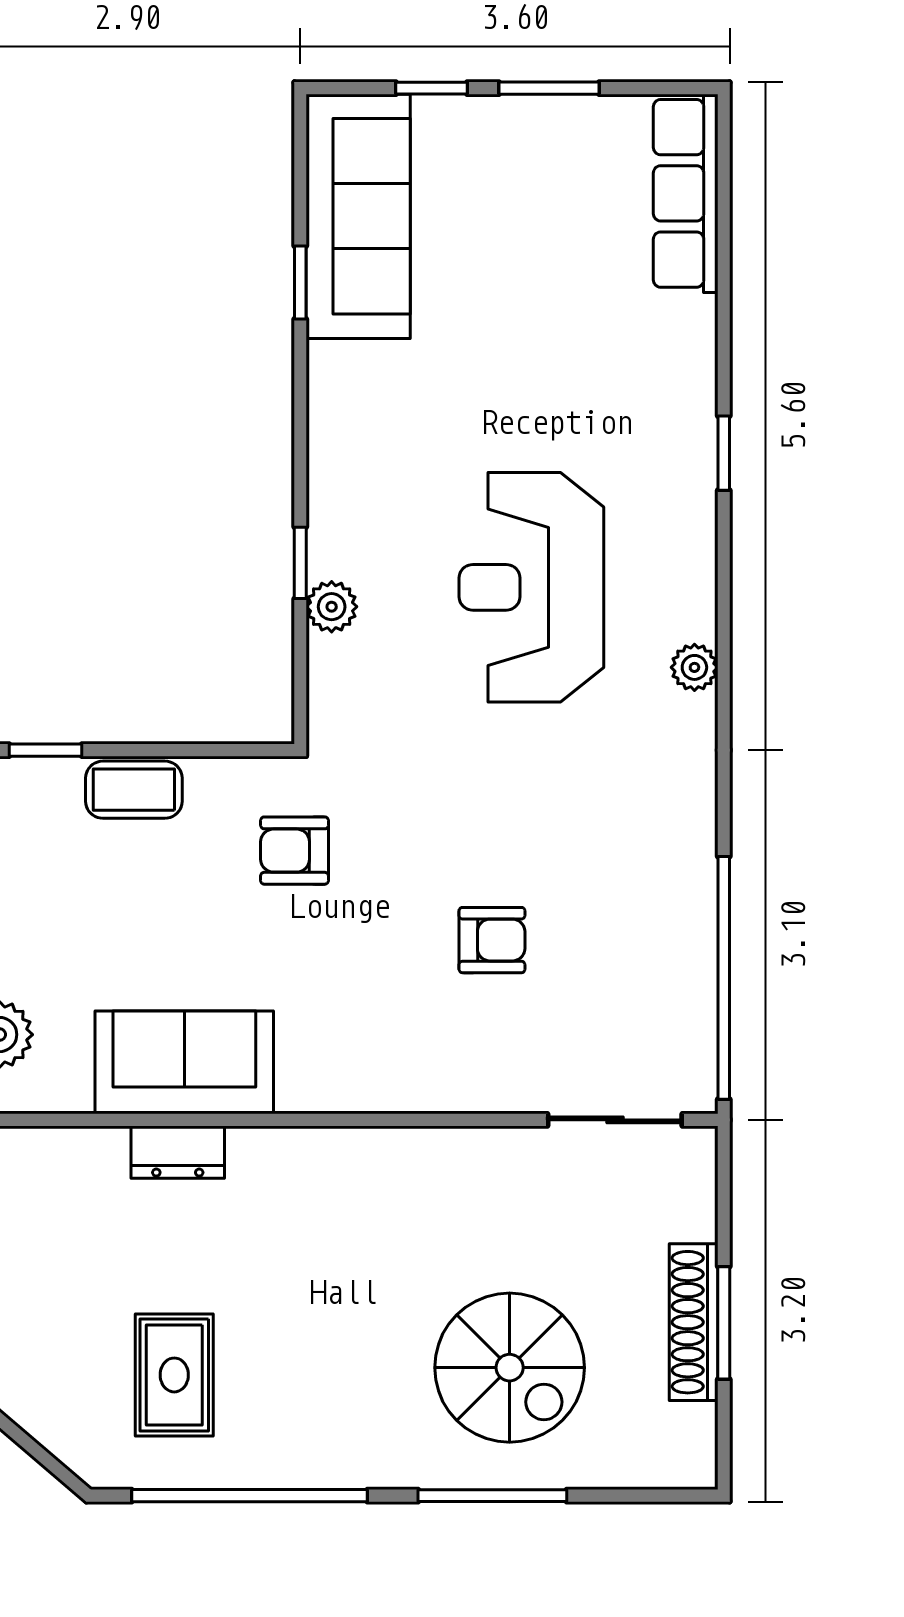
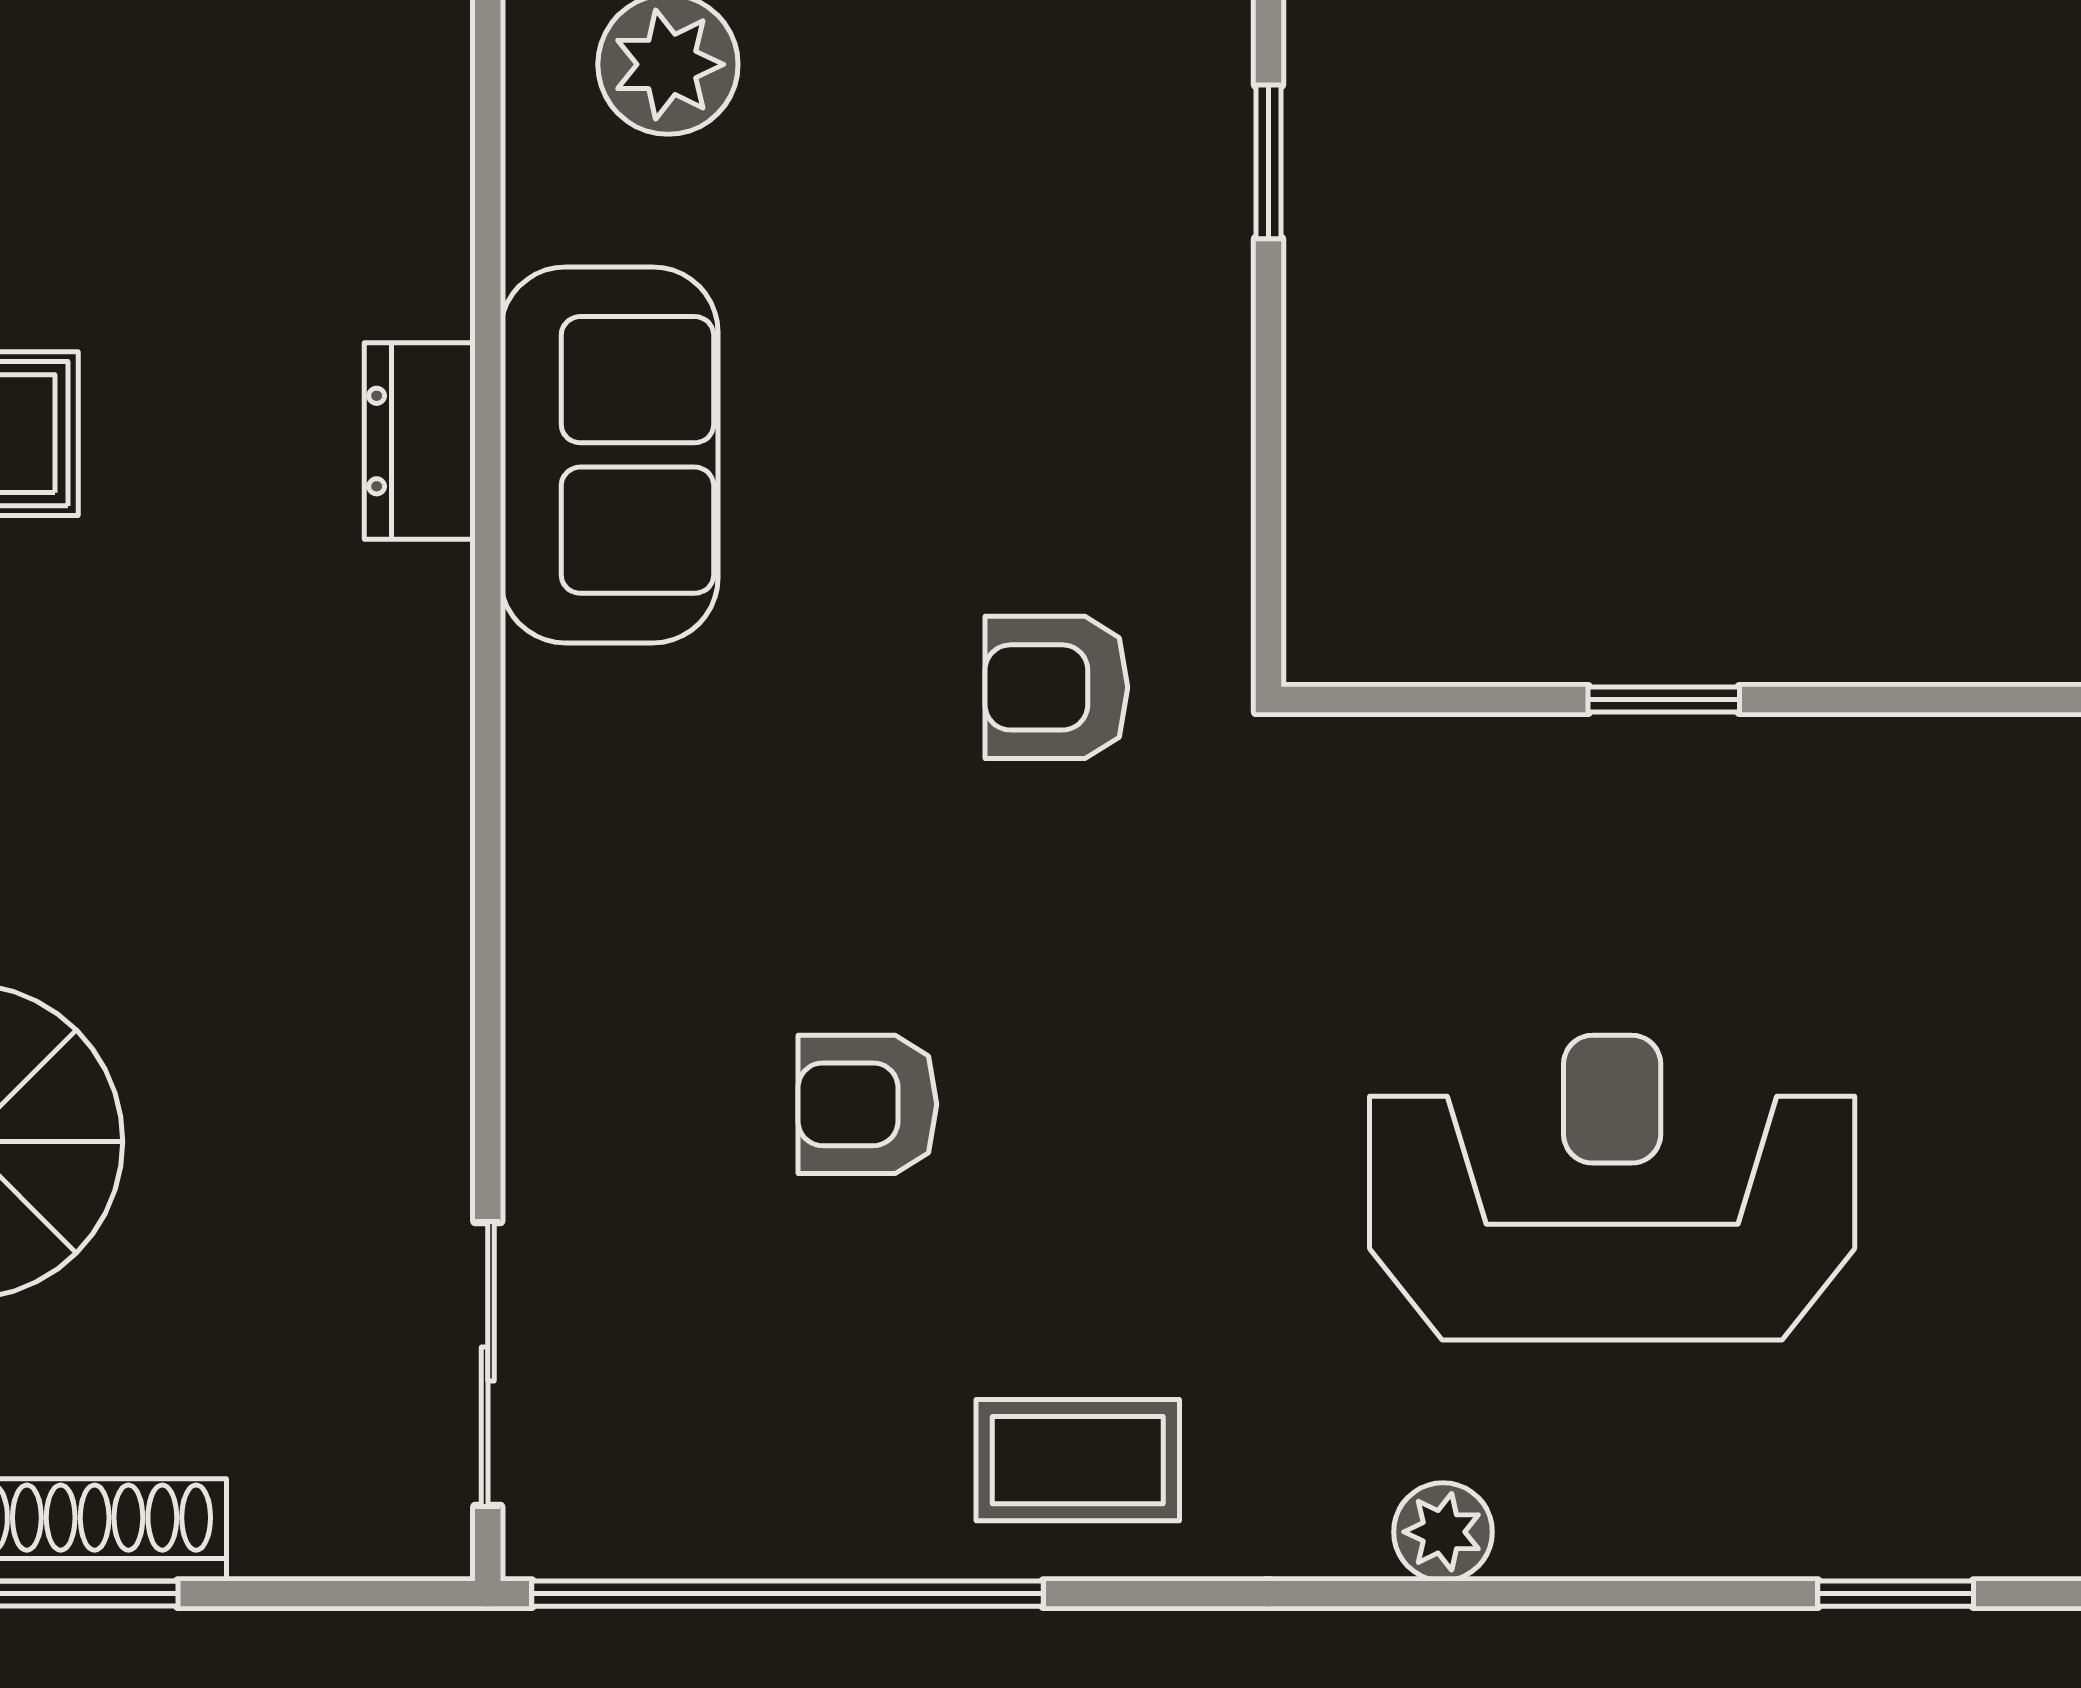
plant: (332, 607) -> (1571, 766), removed
coffee table: (134, 790) -> (1078, 1460), moved, turned 90
armchair: (295, 851) -> (1056, 687), turned -90
armchair: (492, 940) -> (867, 1104), turned 90

